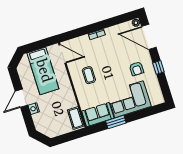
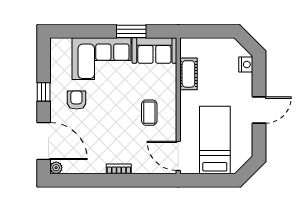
nightstand: (34, 109) -> (246, 64), moved
cot: (76, 118) -> (188, 74), moved

